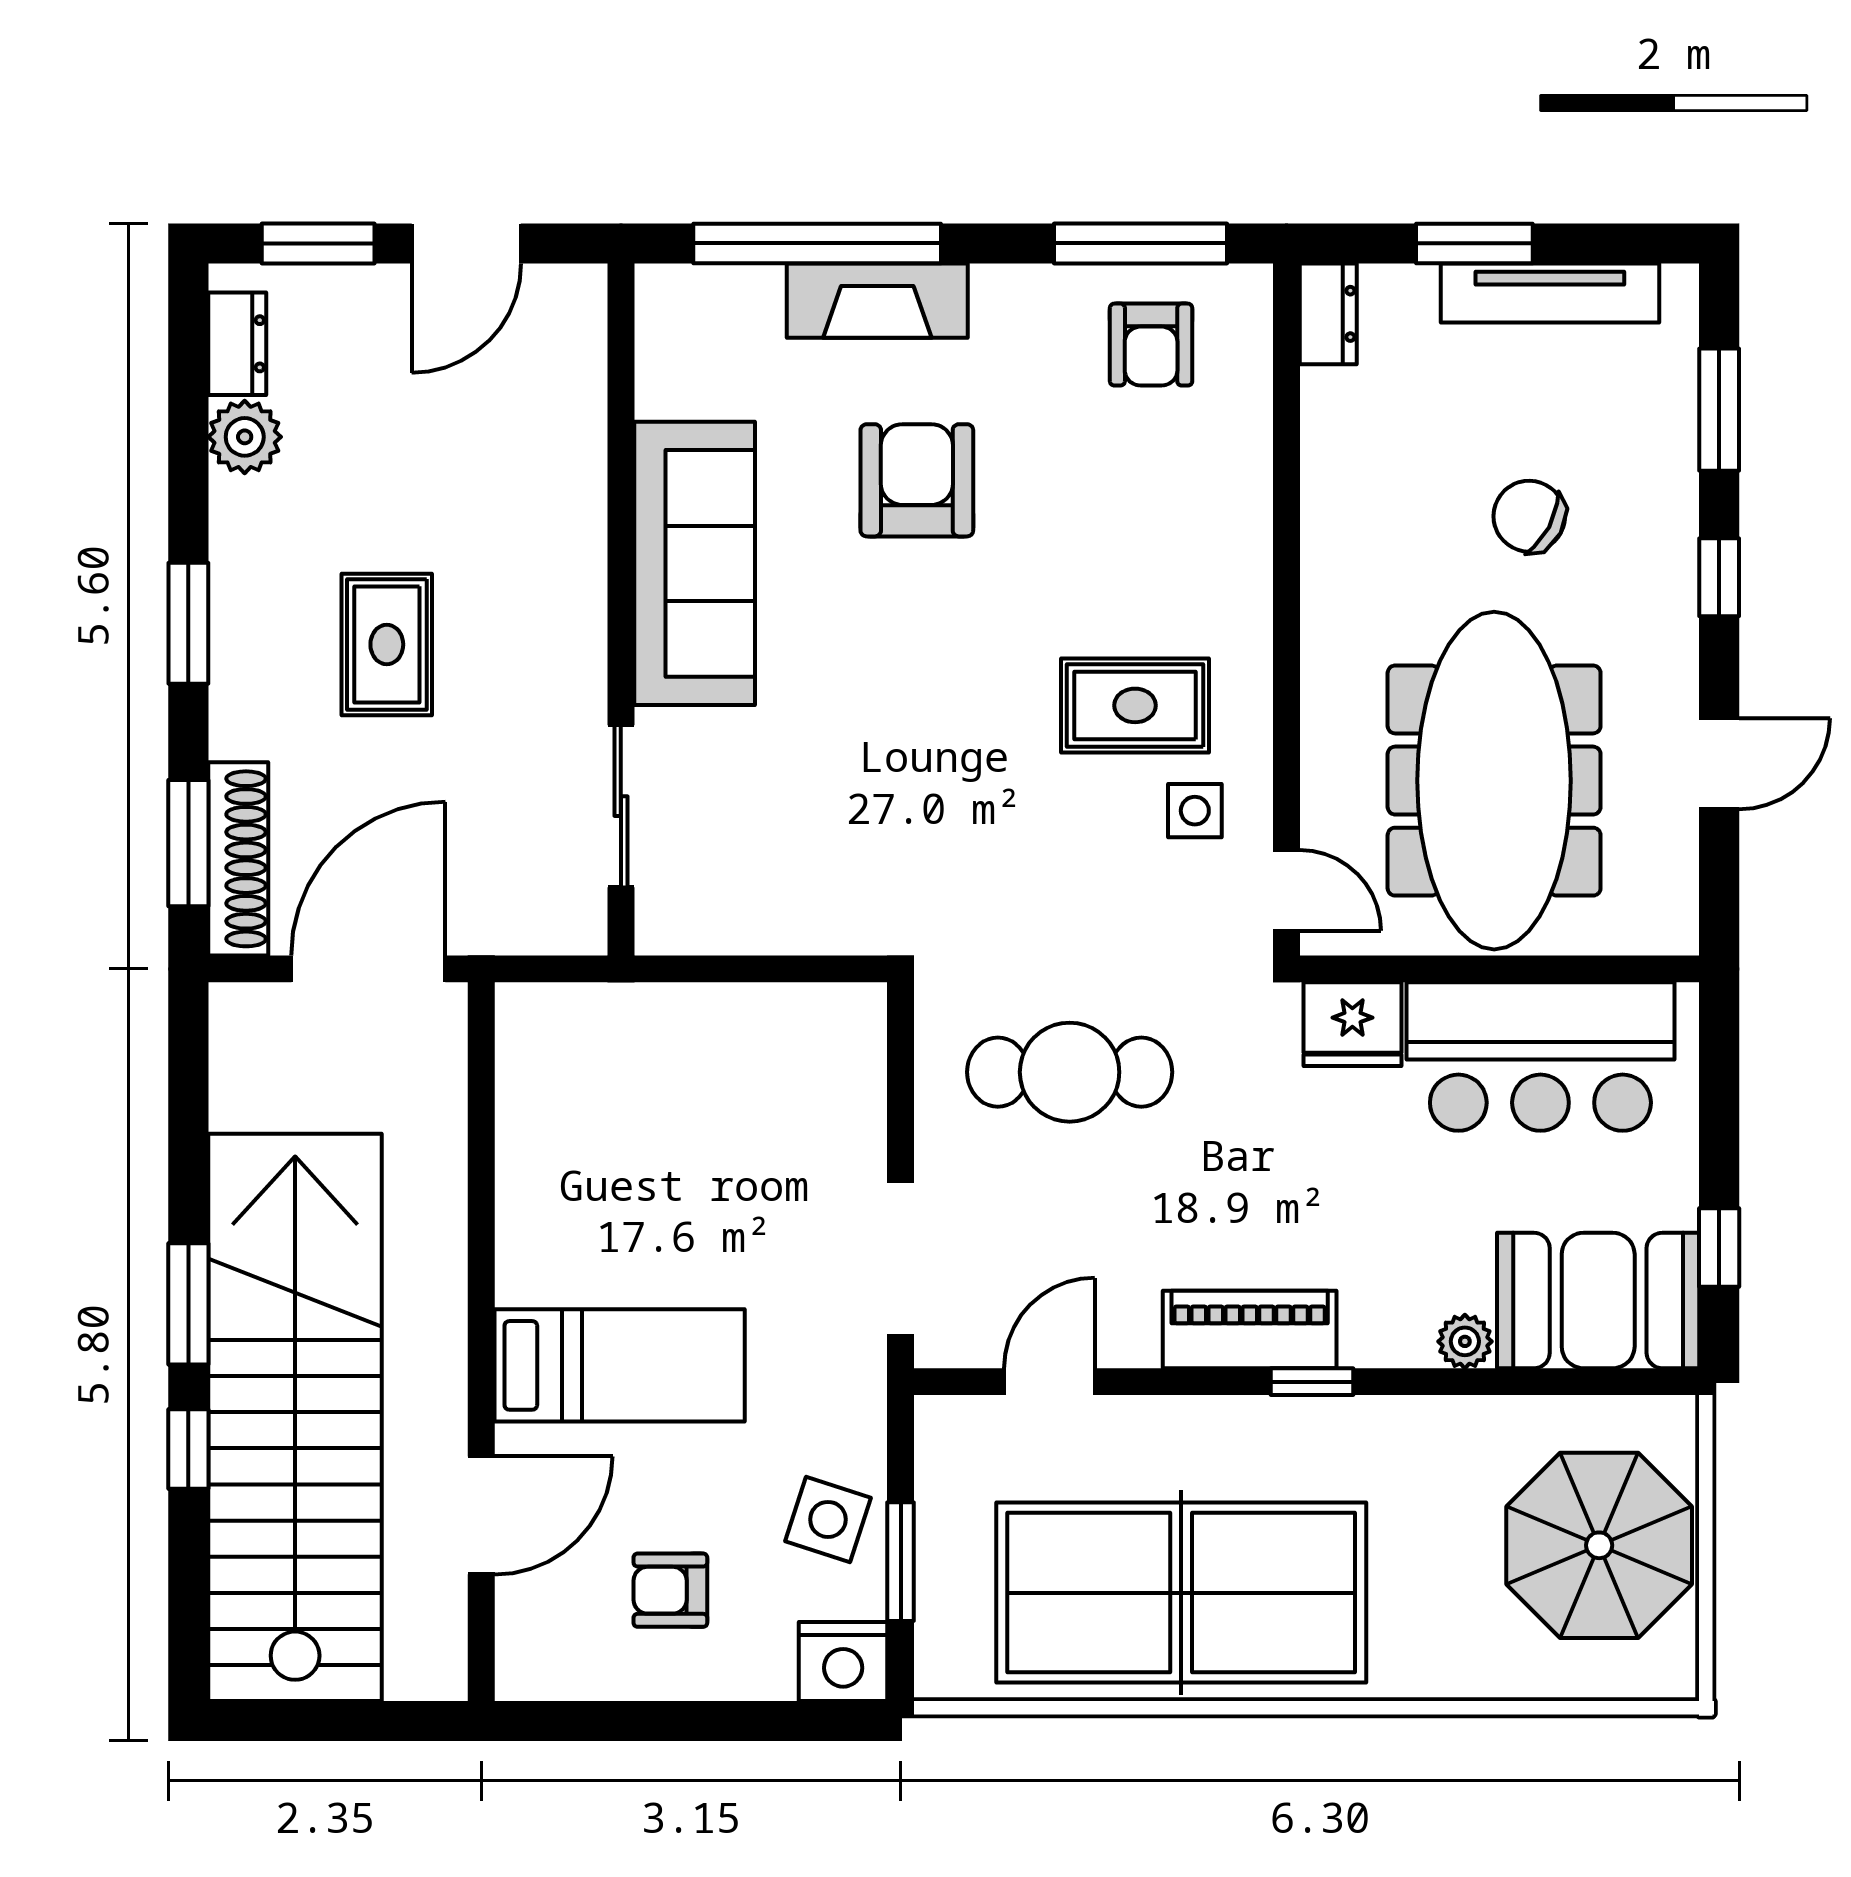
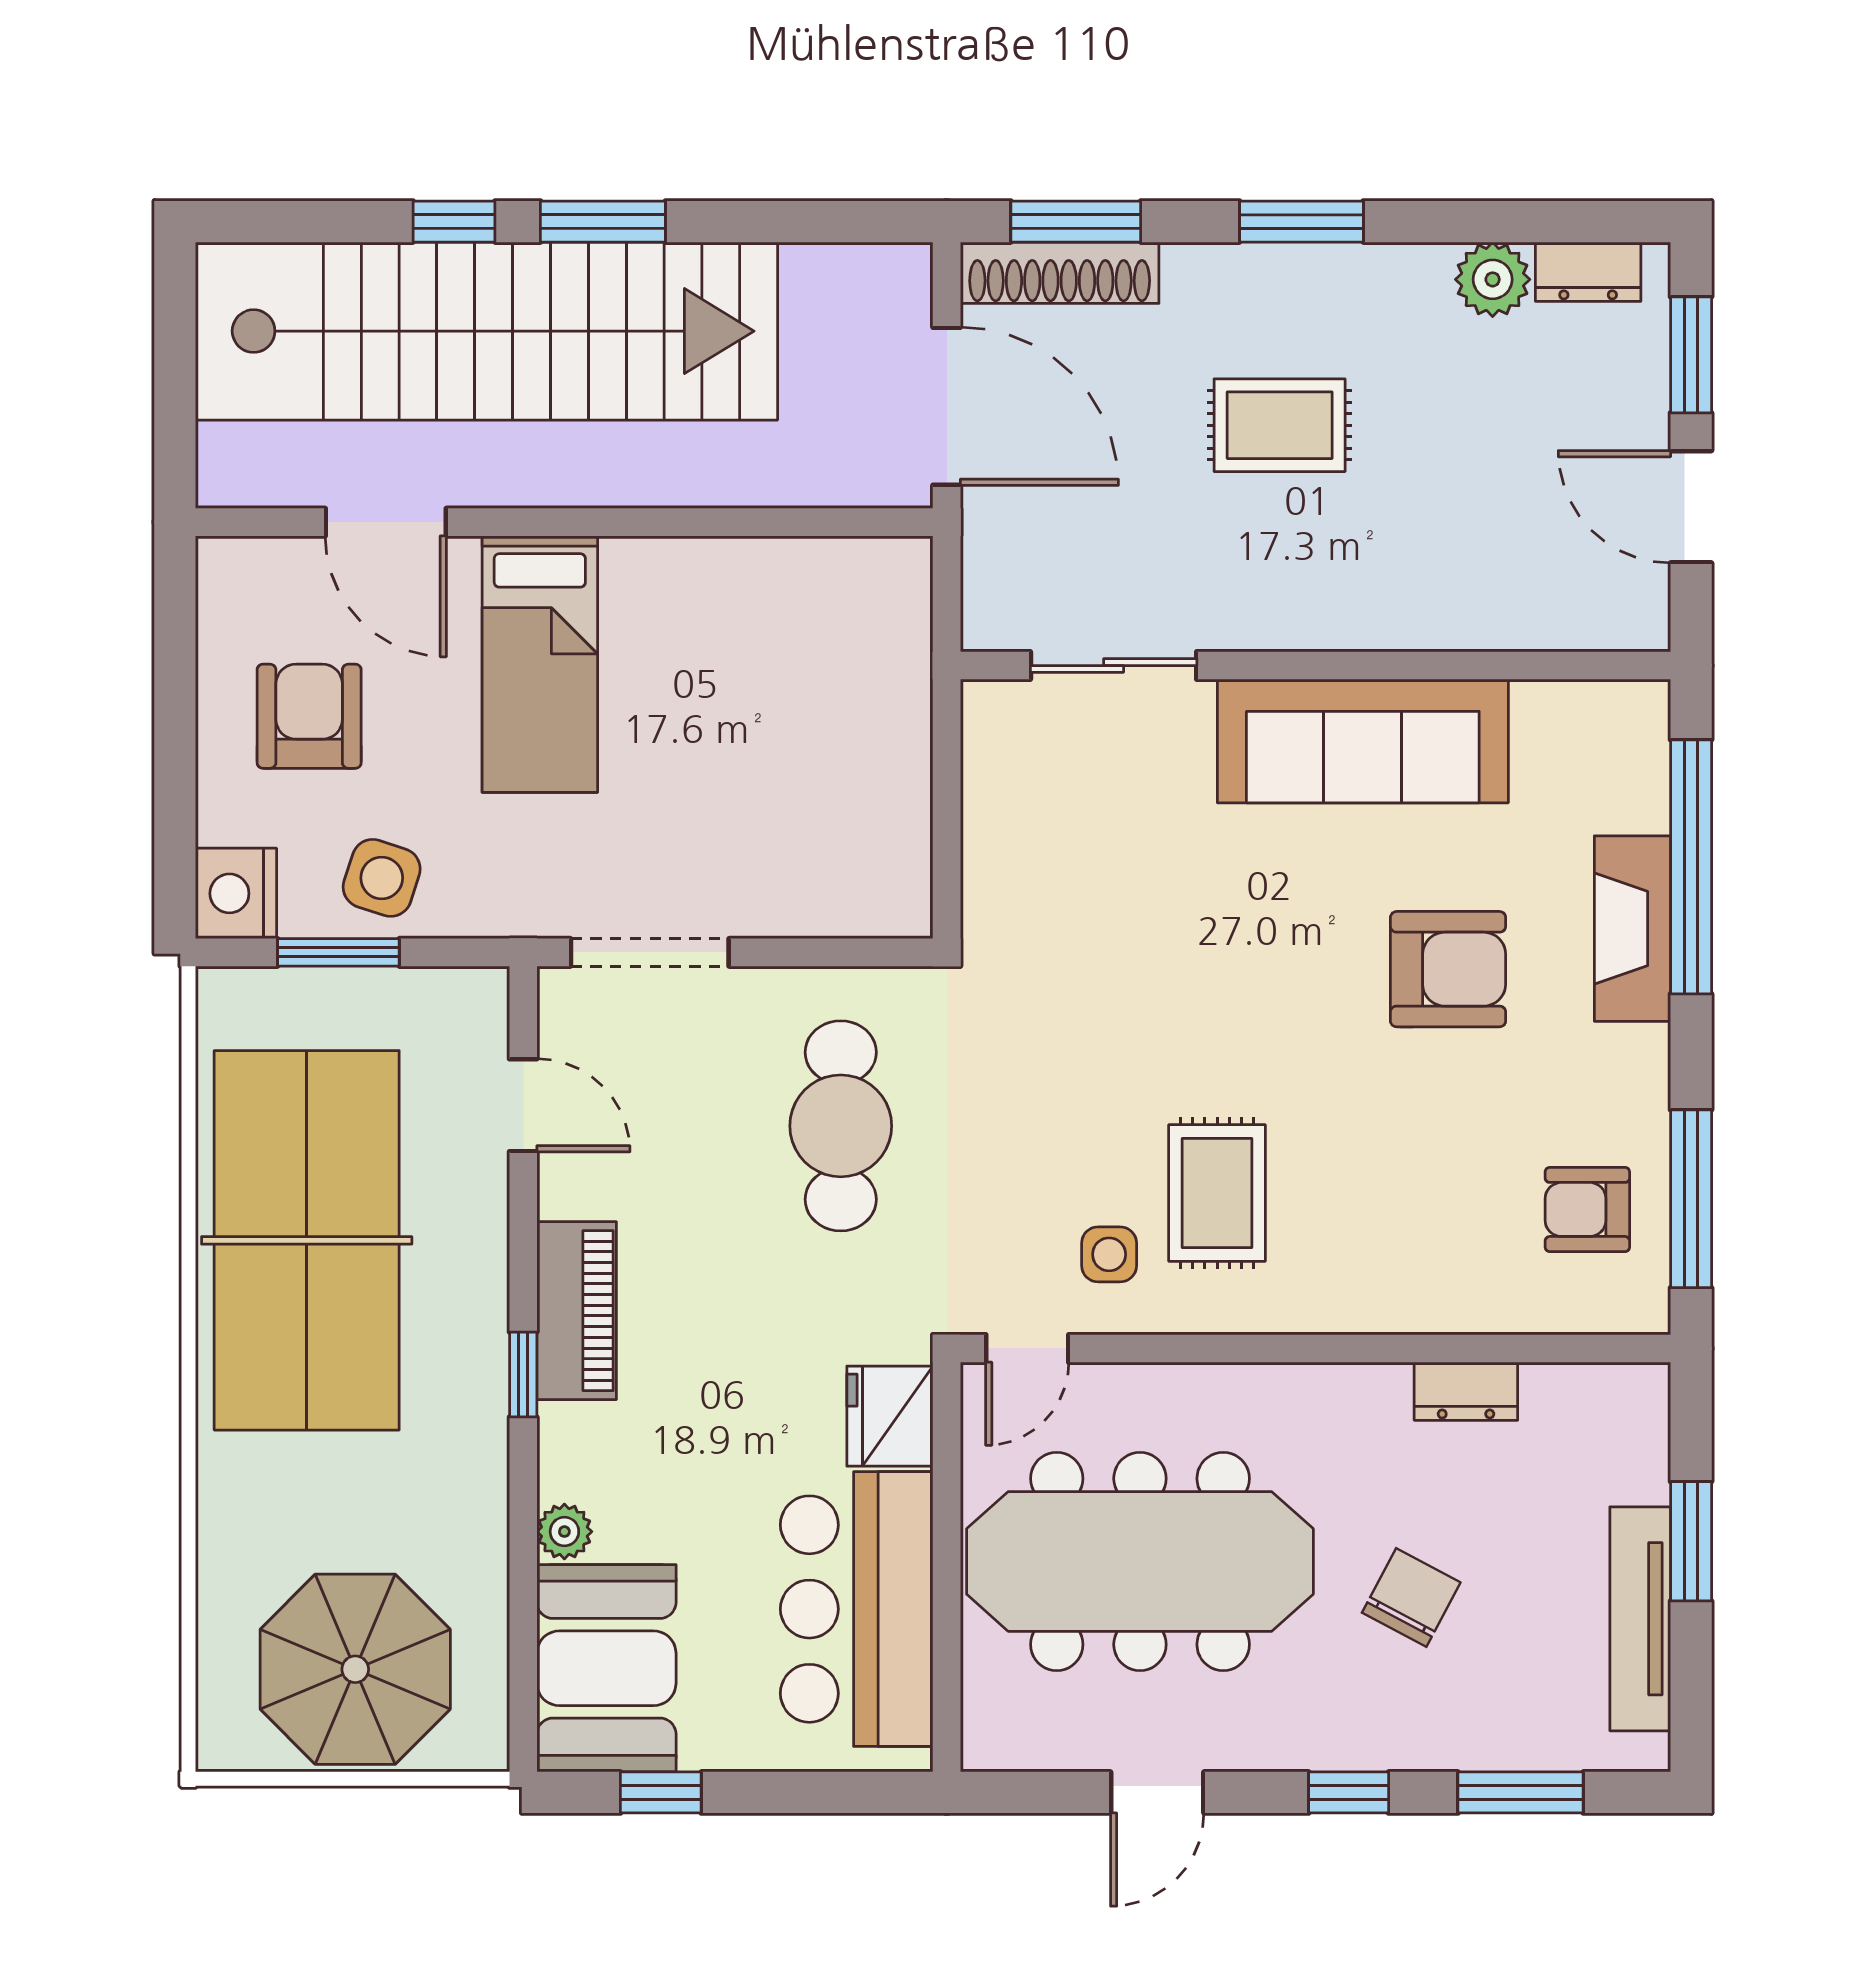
dresser: (1328, 314) -> (1466, 1391), moved
door: (1719, 764) -> (1157, 1792), hinge flipped
armchair: (670, 1590) -> (309, 716), width x1.38, depth x1.38

